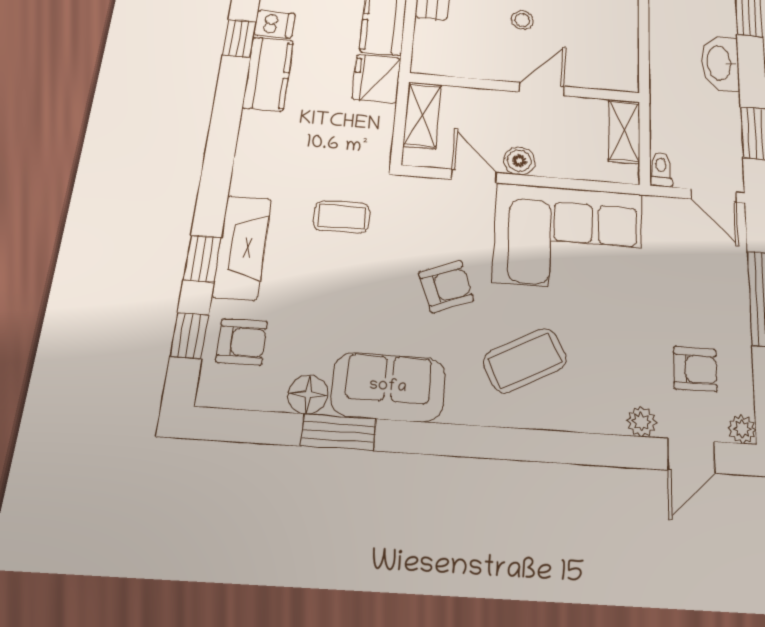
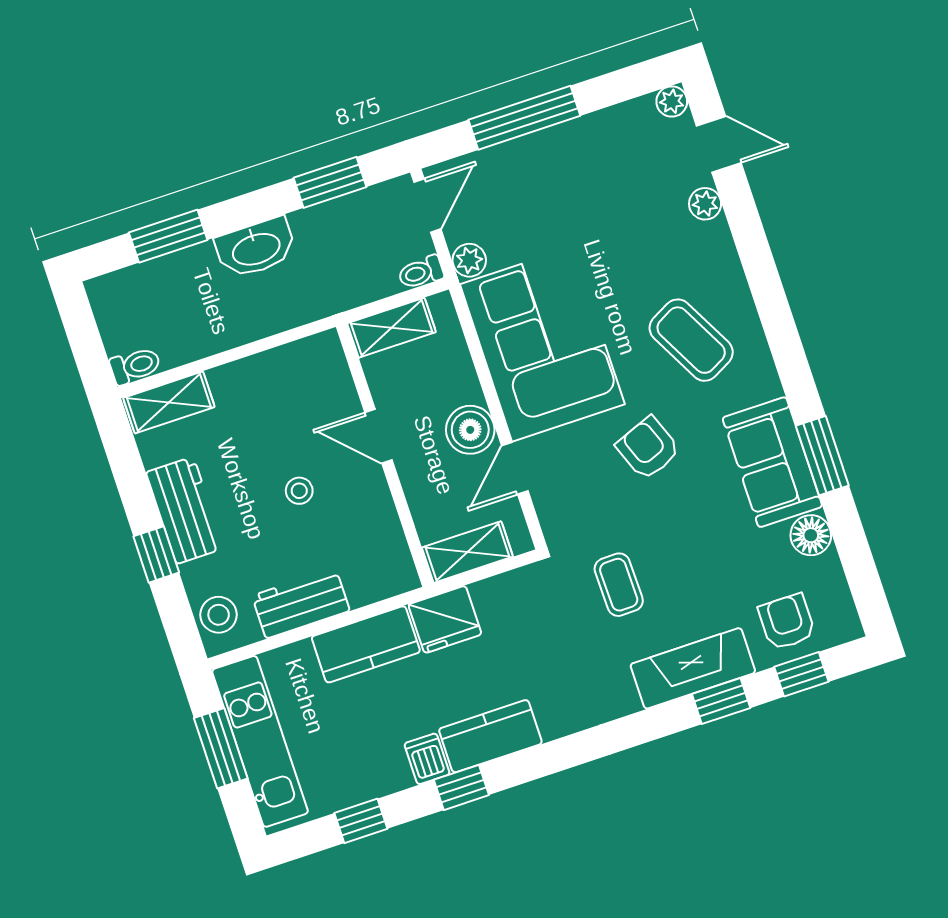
boiler: (519, 161) -> (470, 430), width x1.36, depth x1.36
plant: (658, 209) -> (469, 260), added
armchair: (695, 369) -> (630, 167), removed
window: (339, 432) -> (822, 456), moved

